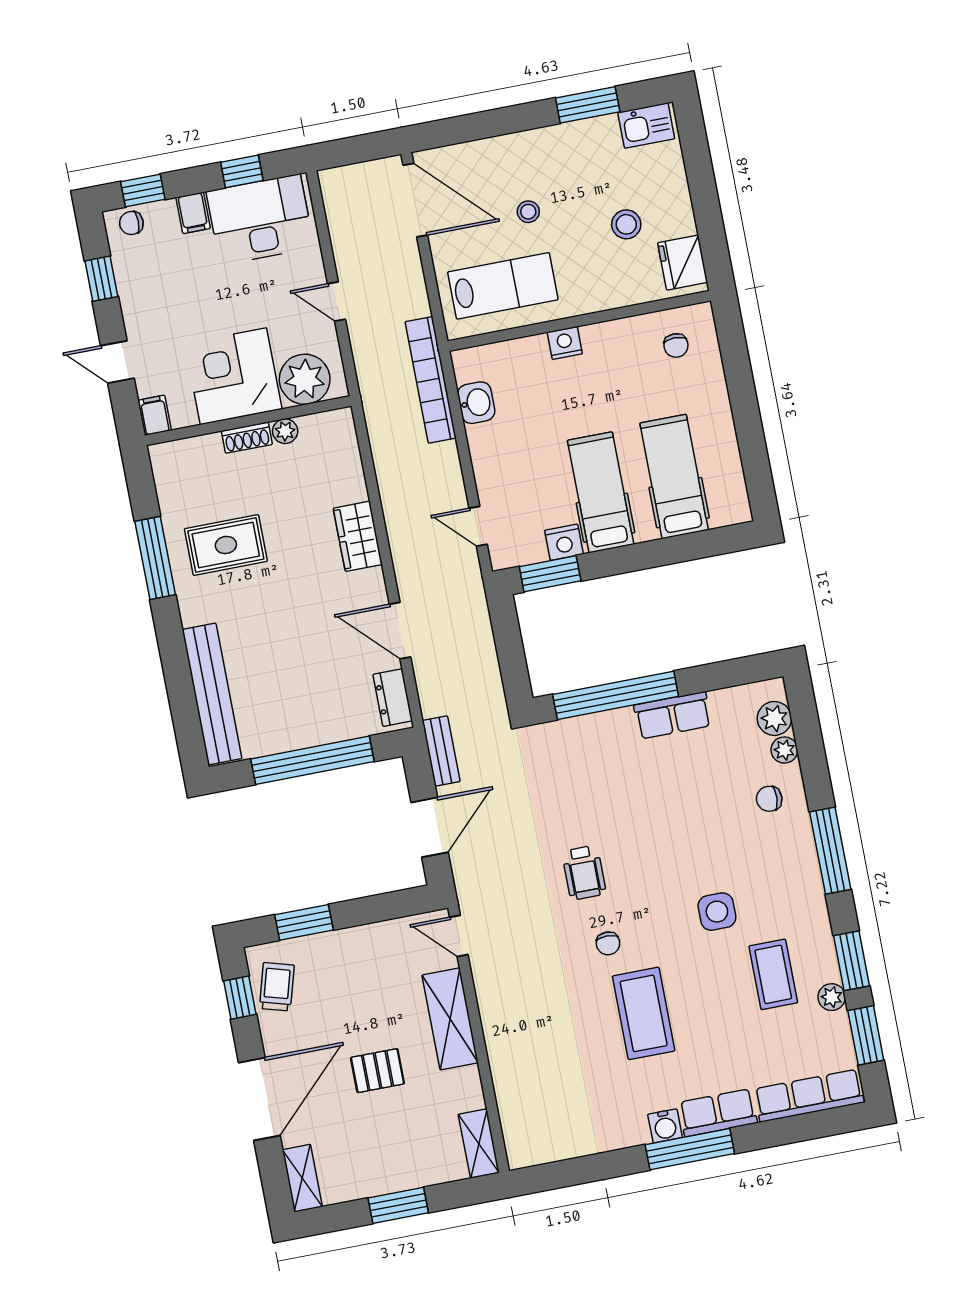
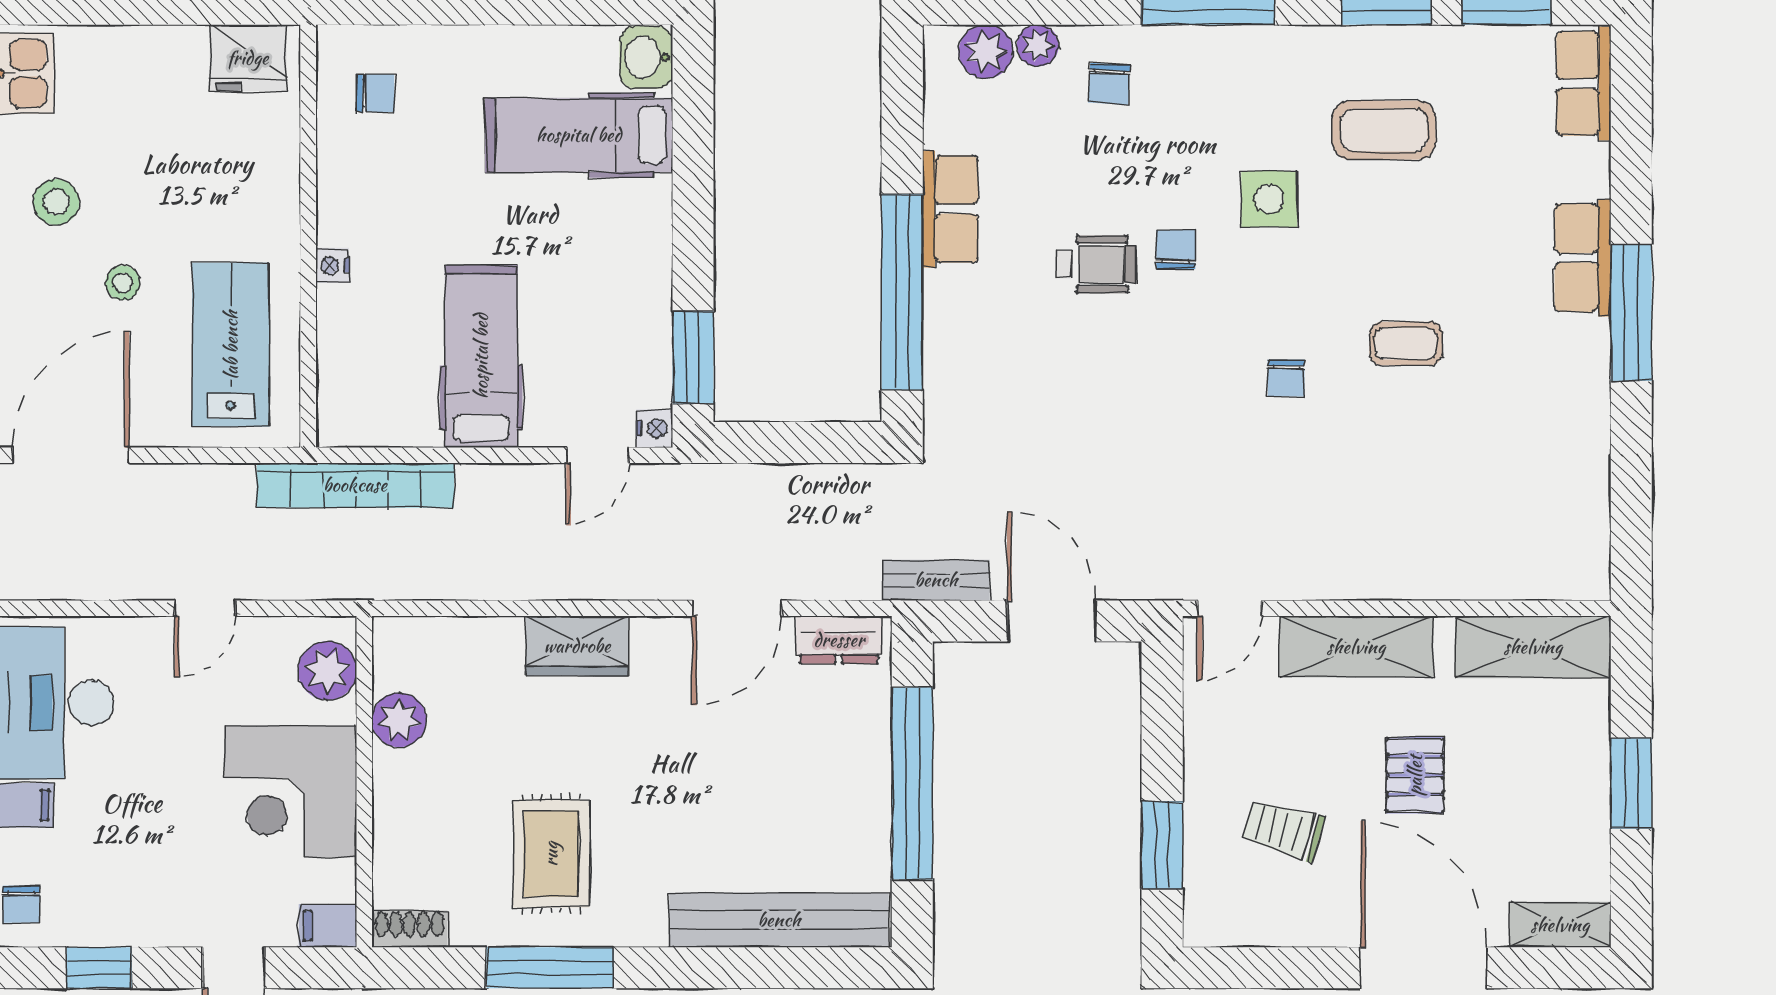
stool: (626, 224) -> (56, 202), moved
nightstand: (565, 343) -> (332, 265), width x0.72, depth x0.74
plant: (305, 379) -> (327, 671), width x0.73, depth x0.73
washbasin: (476, 403) -> (646, 57), moved, turned -90
plant: (285, 431) -> (399, 720), width x1.38, depth x1.38
shoe rack: (247, 438) -> (410, 929), moved, turned -90
hospital bed: (601, 492) -> (481, 356), moved, turned 90
nightstand: (564, 542) -> (655, 428), moved, width x0.72, depth x0.74
chair: (674, 860) -> (1176, 250), added
wheelchair: (584, 873) -> (1096, 264), moved
chair: (608, 943) -> (1286, 378), turned 90
trolley: (277, 987) -> (1283, 830), moved
plant: (832, 997) -> (1437, 46), removed
window: (240, 998) -> (1260, 968), removed
coffee table: (644, 1013) -> (1406, 344), width x0.54, depth x0.58
row of seats: (809, 1096) -> (1584, 84), width x0.68
water cooler: (665, 1126) -> (1587, 344), removed
shelving: (479, 1143) -> (1533, 647), width x1.50, depth x1.33

